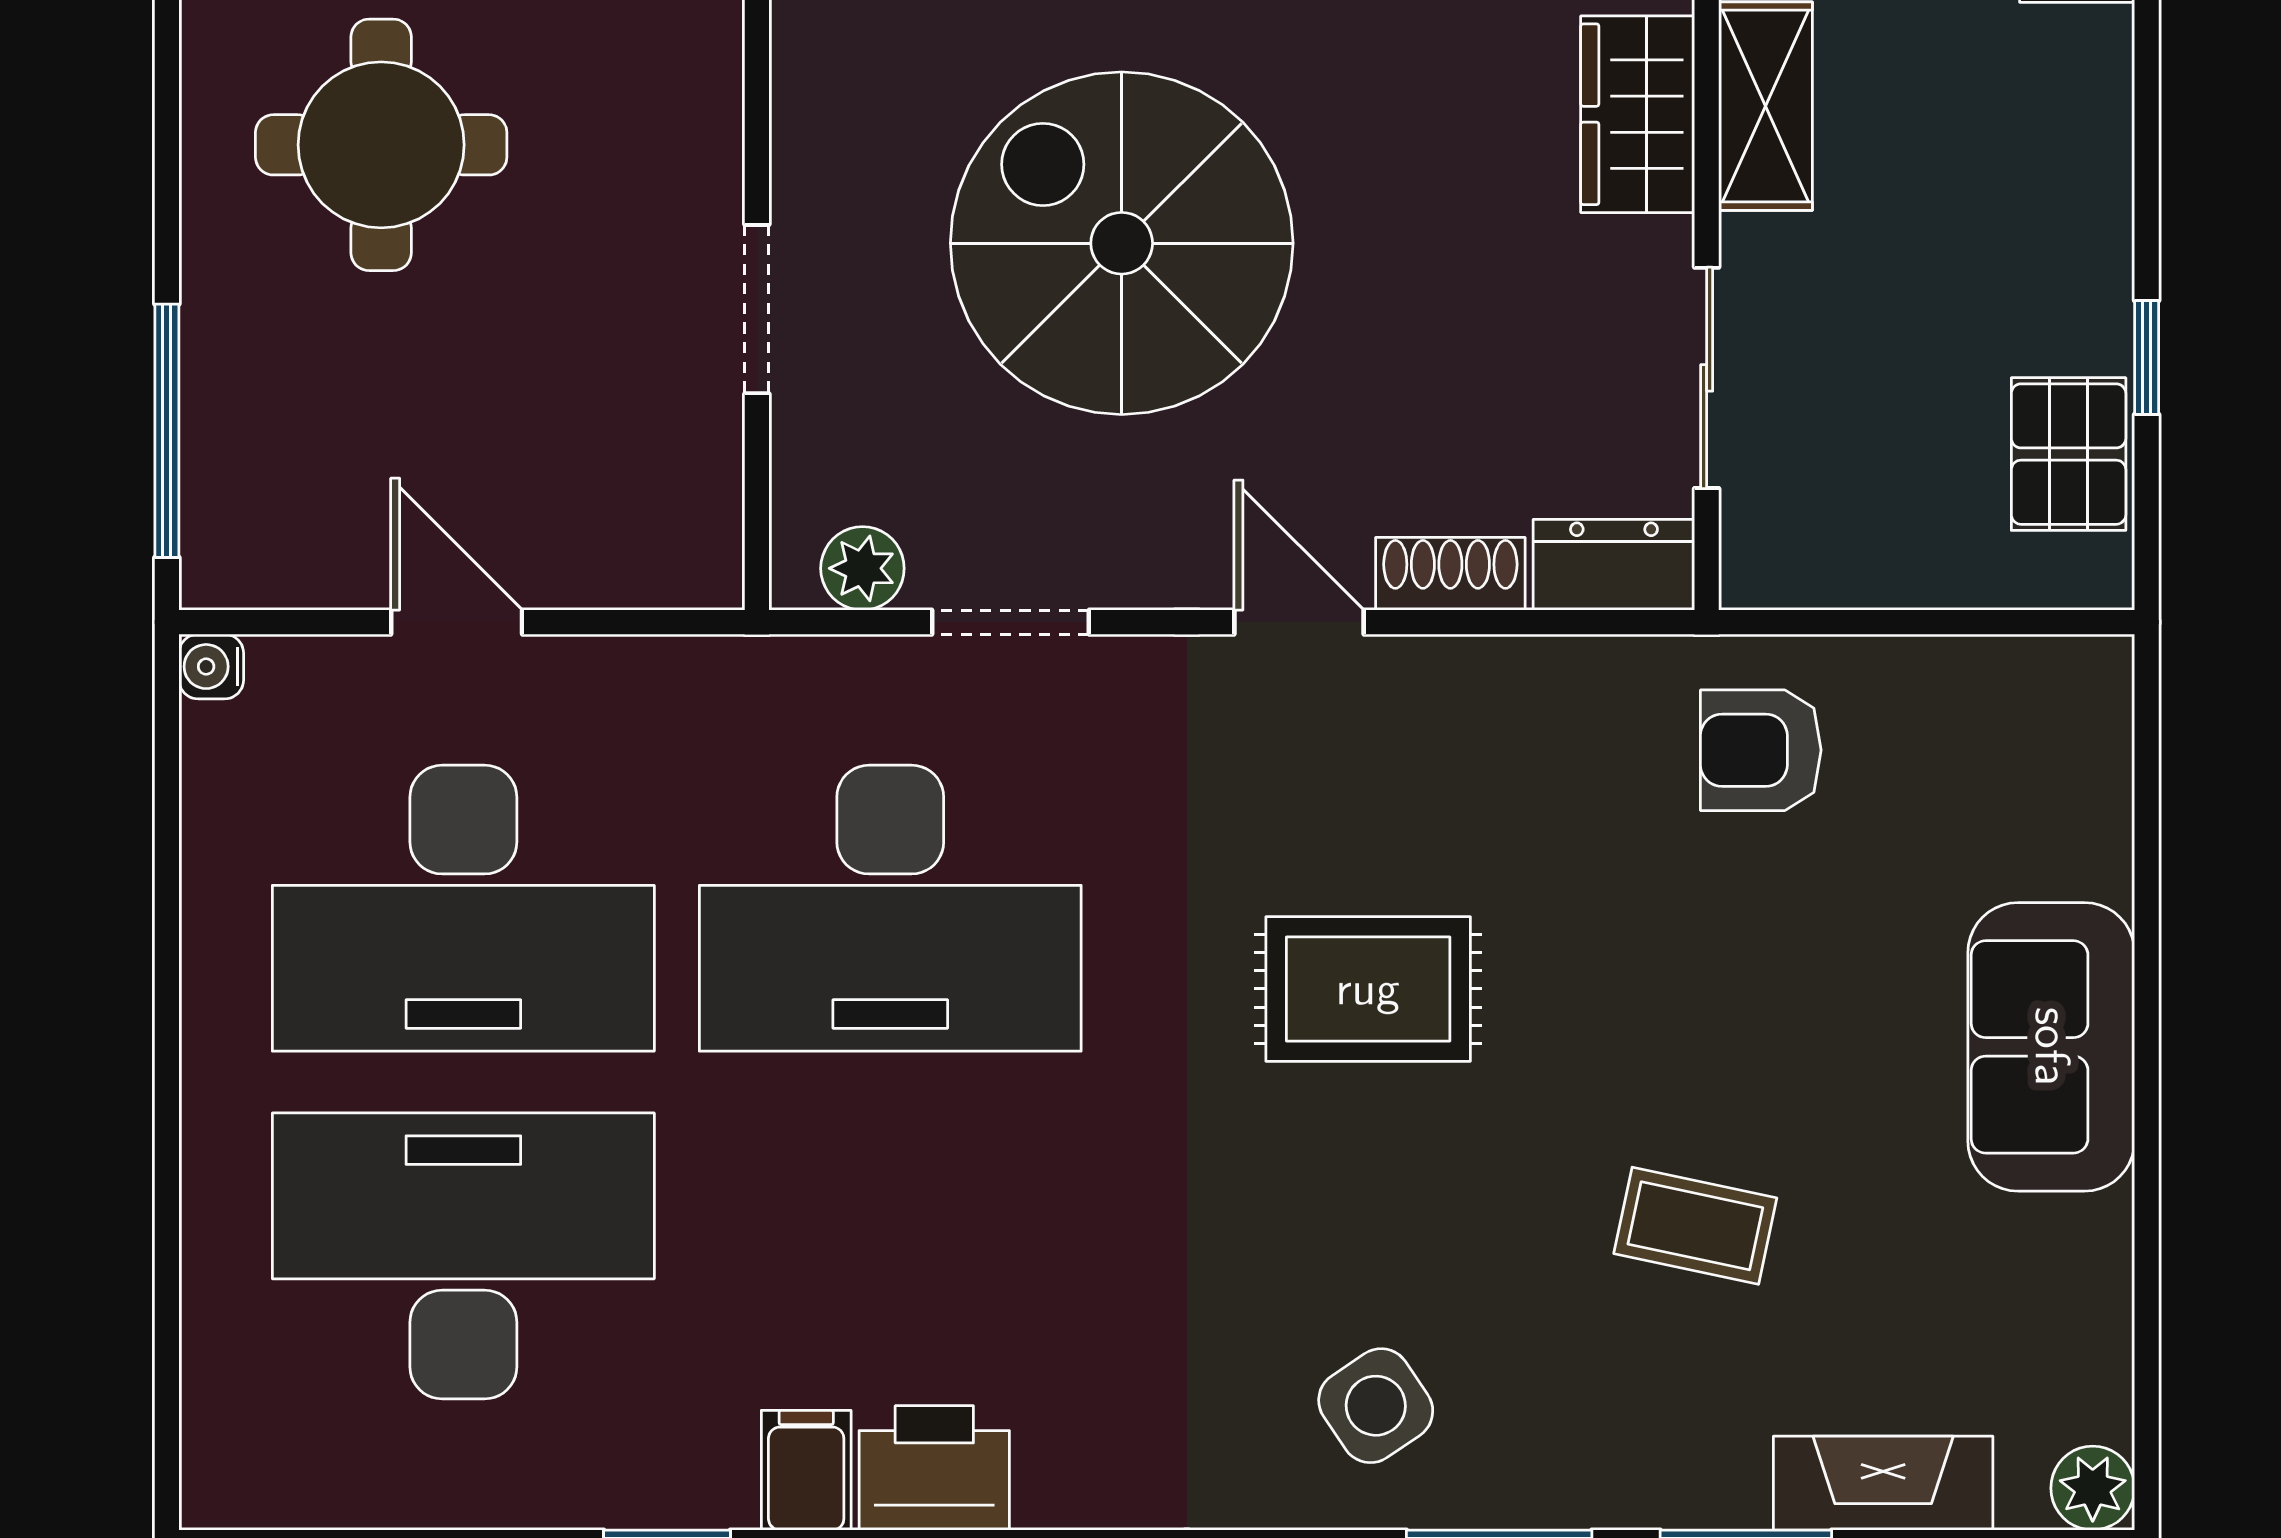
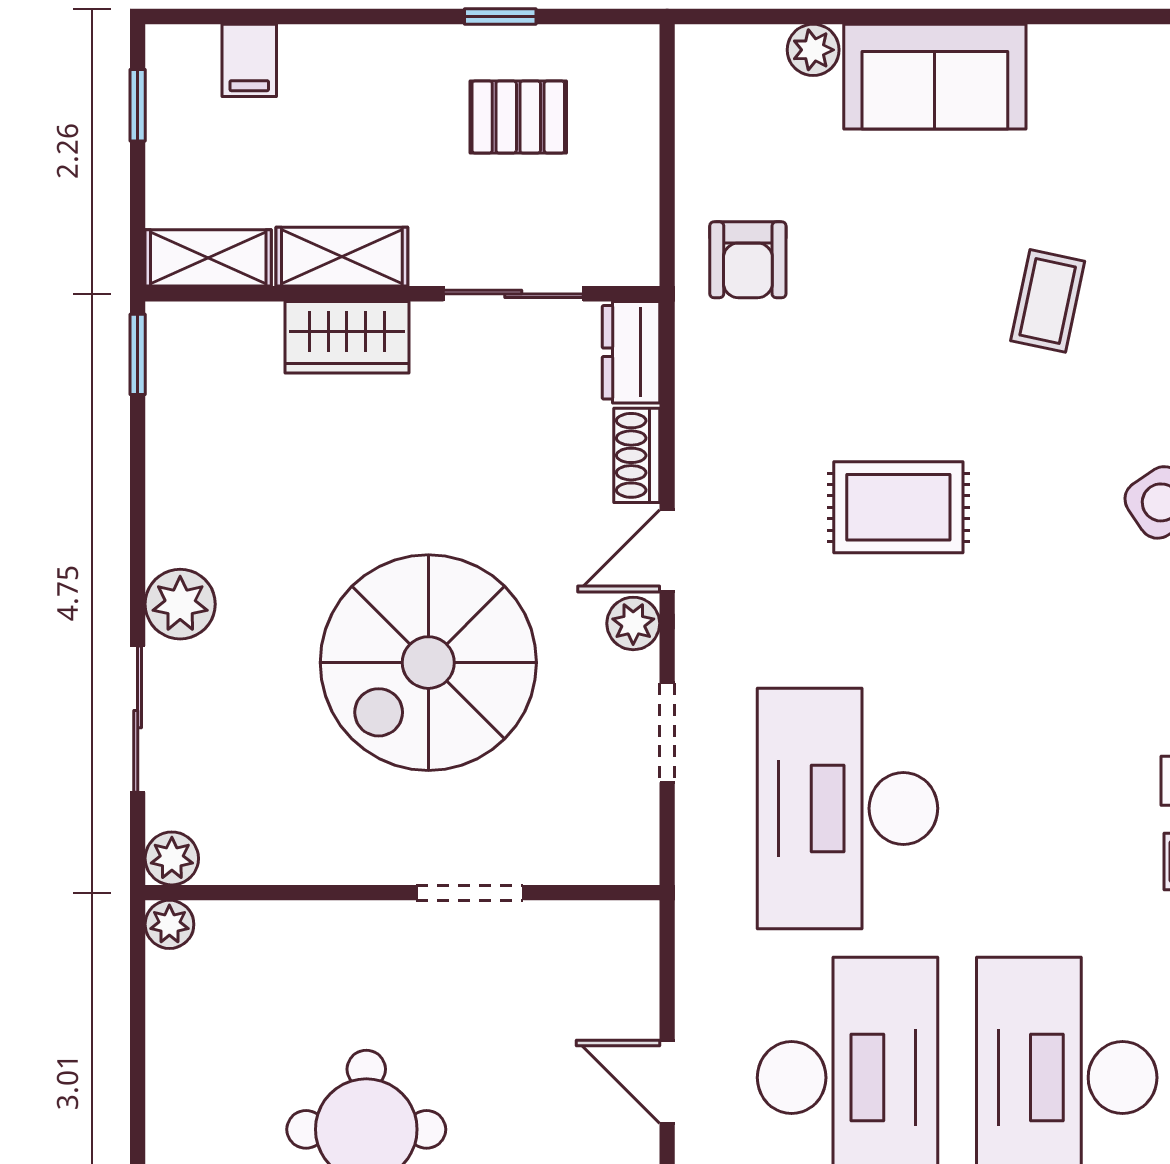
pallet: (2069, 454) -> (518, 117), moved
plant: (862, 568) -> (633, 623), moved
door: (457, 622) -> (667, 1082), hinge flipped
plant: (2094, 854) -> (813, 50), added
desk: (890, 908) -> (847, 808), turned 180
rug: (1368, 989) -> (898, 507), turned 90

